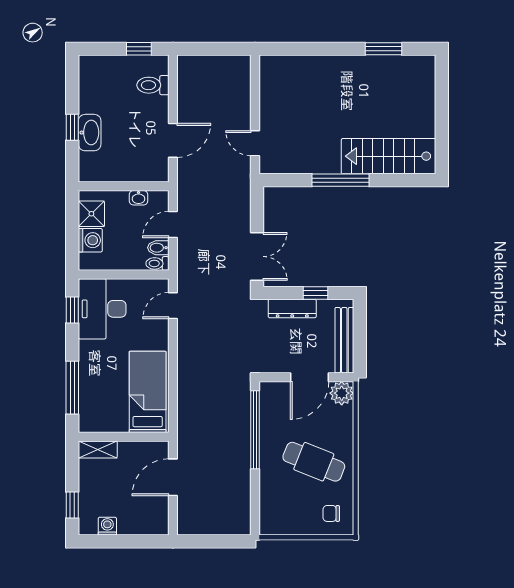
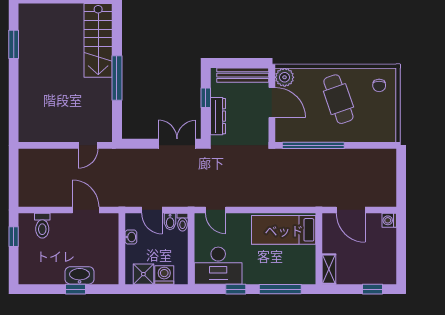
window: (72, 310) -> (236, 289), moved
cafe table: (314, 462) -> (338, 99), turned -41
washing machine: (107, 526) -> (389, 220), moved

